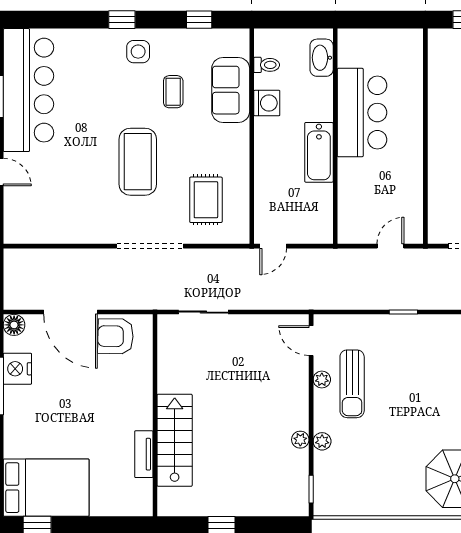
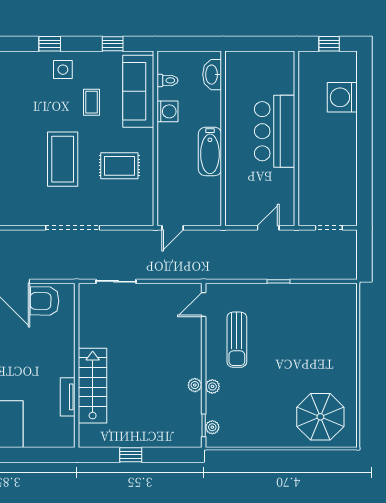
sofa: (231, 90) -> (138, 91), width x1.36
bar counter: (362, 113) -> (275, 131), moved, turned 180
rug: (206, 200) -> (119, 166), moved, turned 90
door: (311, 341) -> (204, 305), hinge flipped
plant: (322, 380) -> (212, 427), moved

